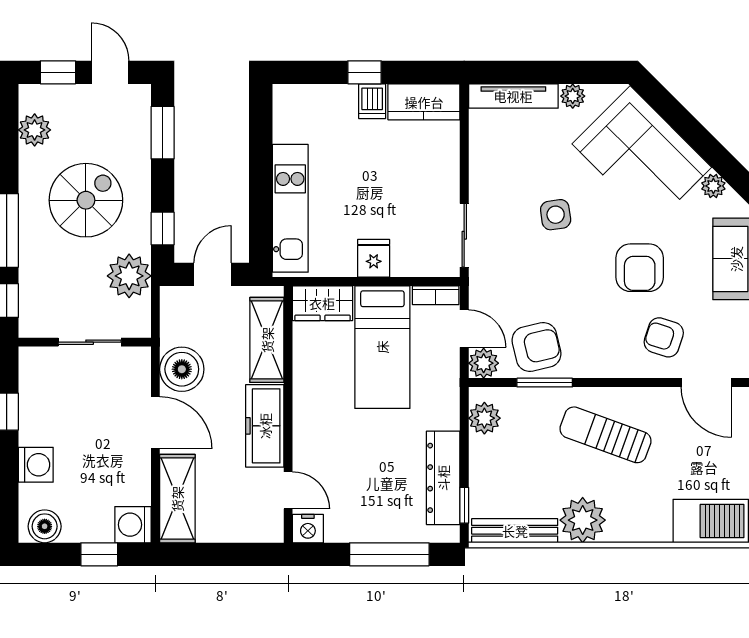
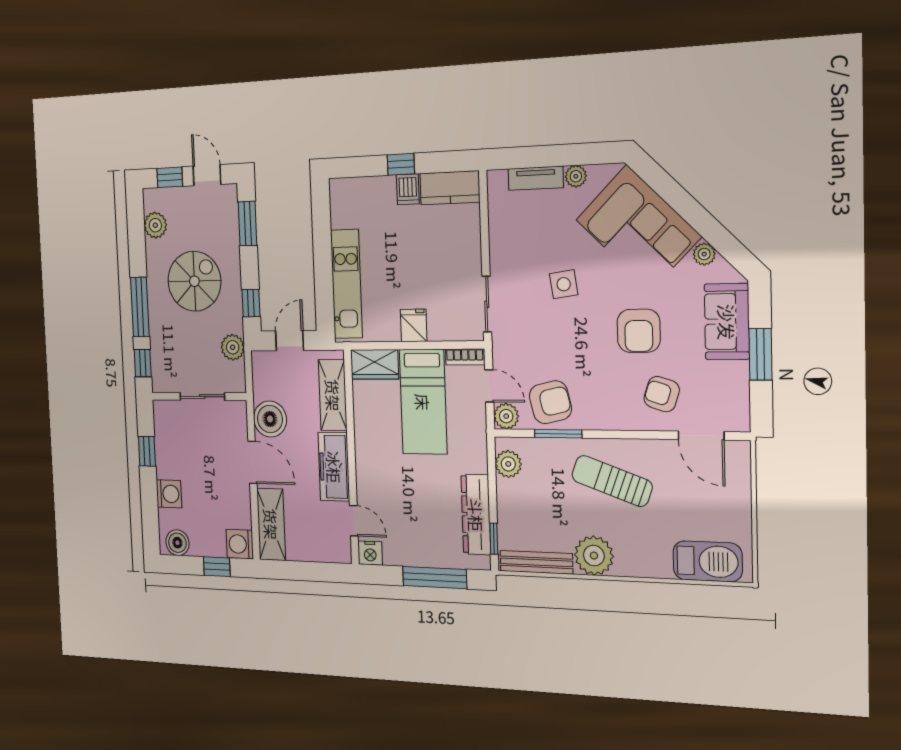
tv unit: (513, 96) -> (536, 178), width x0.71
plant: (129, 276) -> (233, 347), width x0.73, depth x0.73

